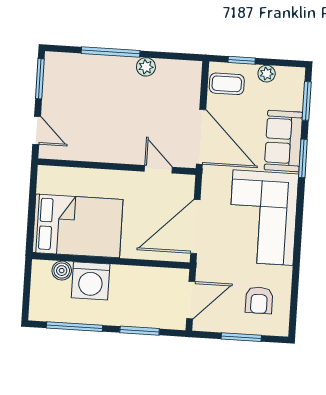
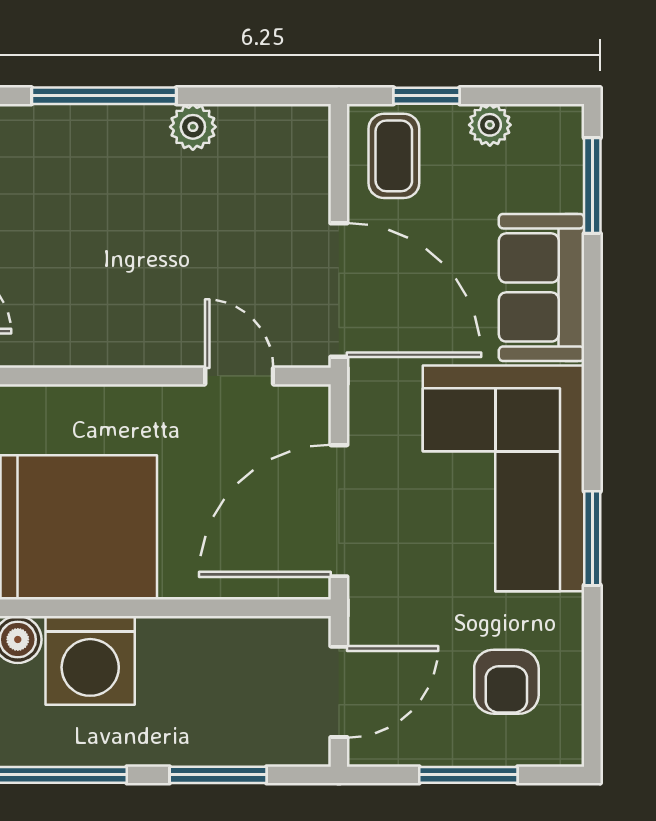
coffee table: (227, 84) -> (394, 156), turned 90
window: (303, 158) -> (592, 538), moved

